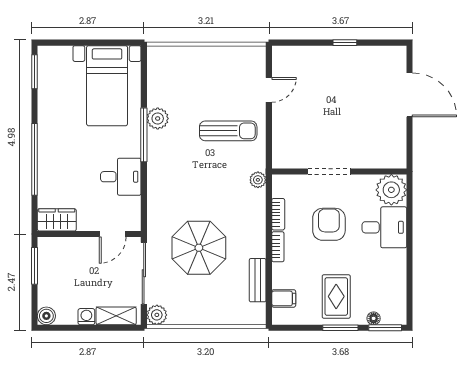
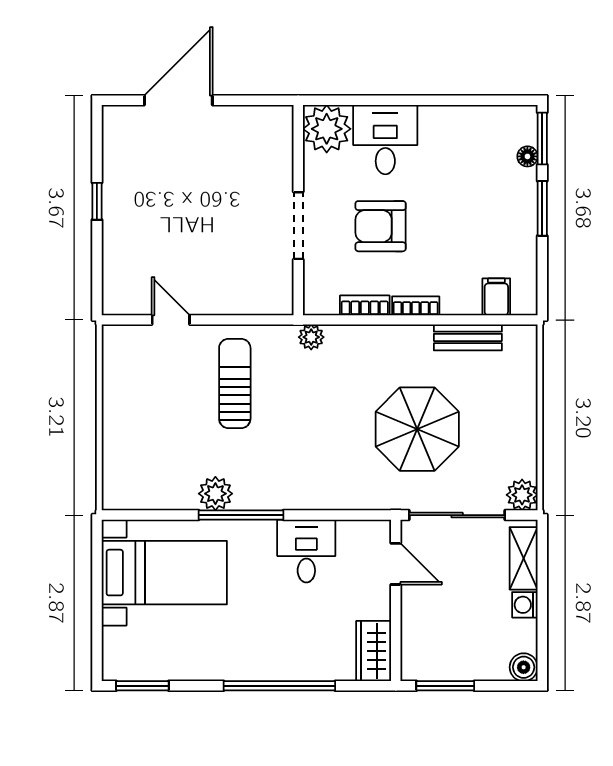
rug: (336, 296) -> (493, 215), removed

